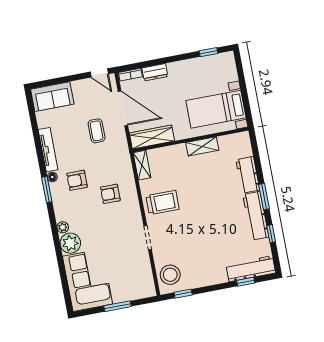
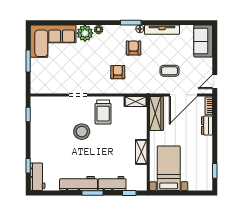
window: (271, 234) -> (129, 193), moved
workbench: (251, 269) -> (38, 177), width x0.73
stool: (170, 275) -> (82, 132), moved

